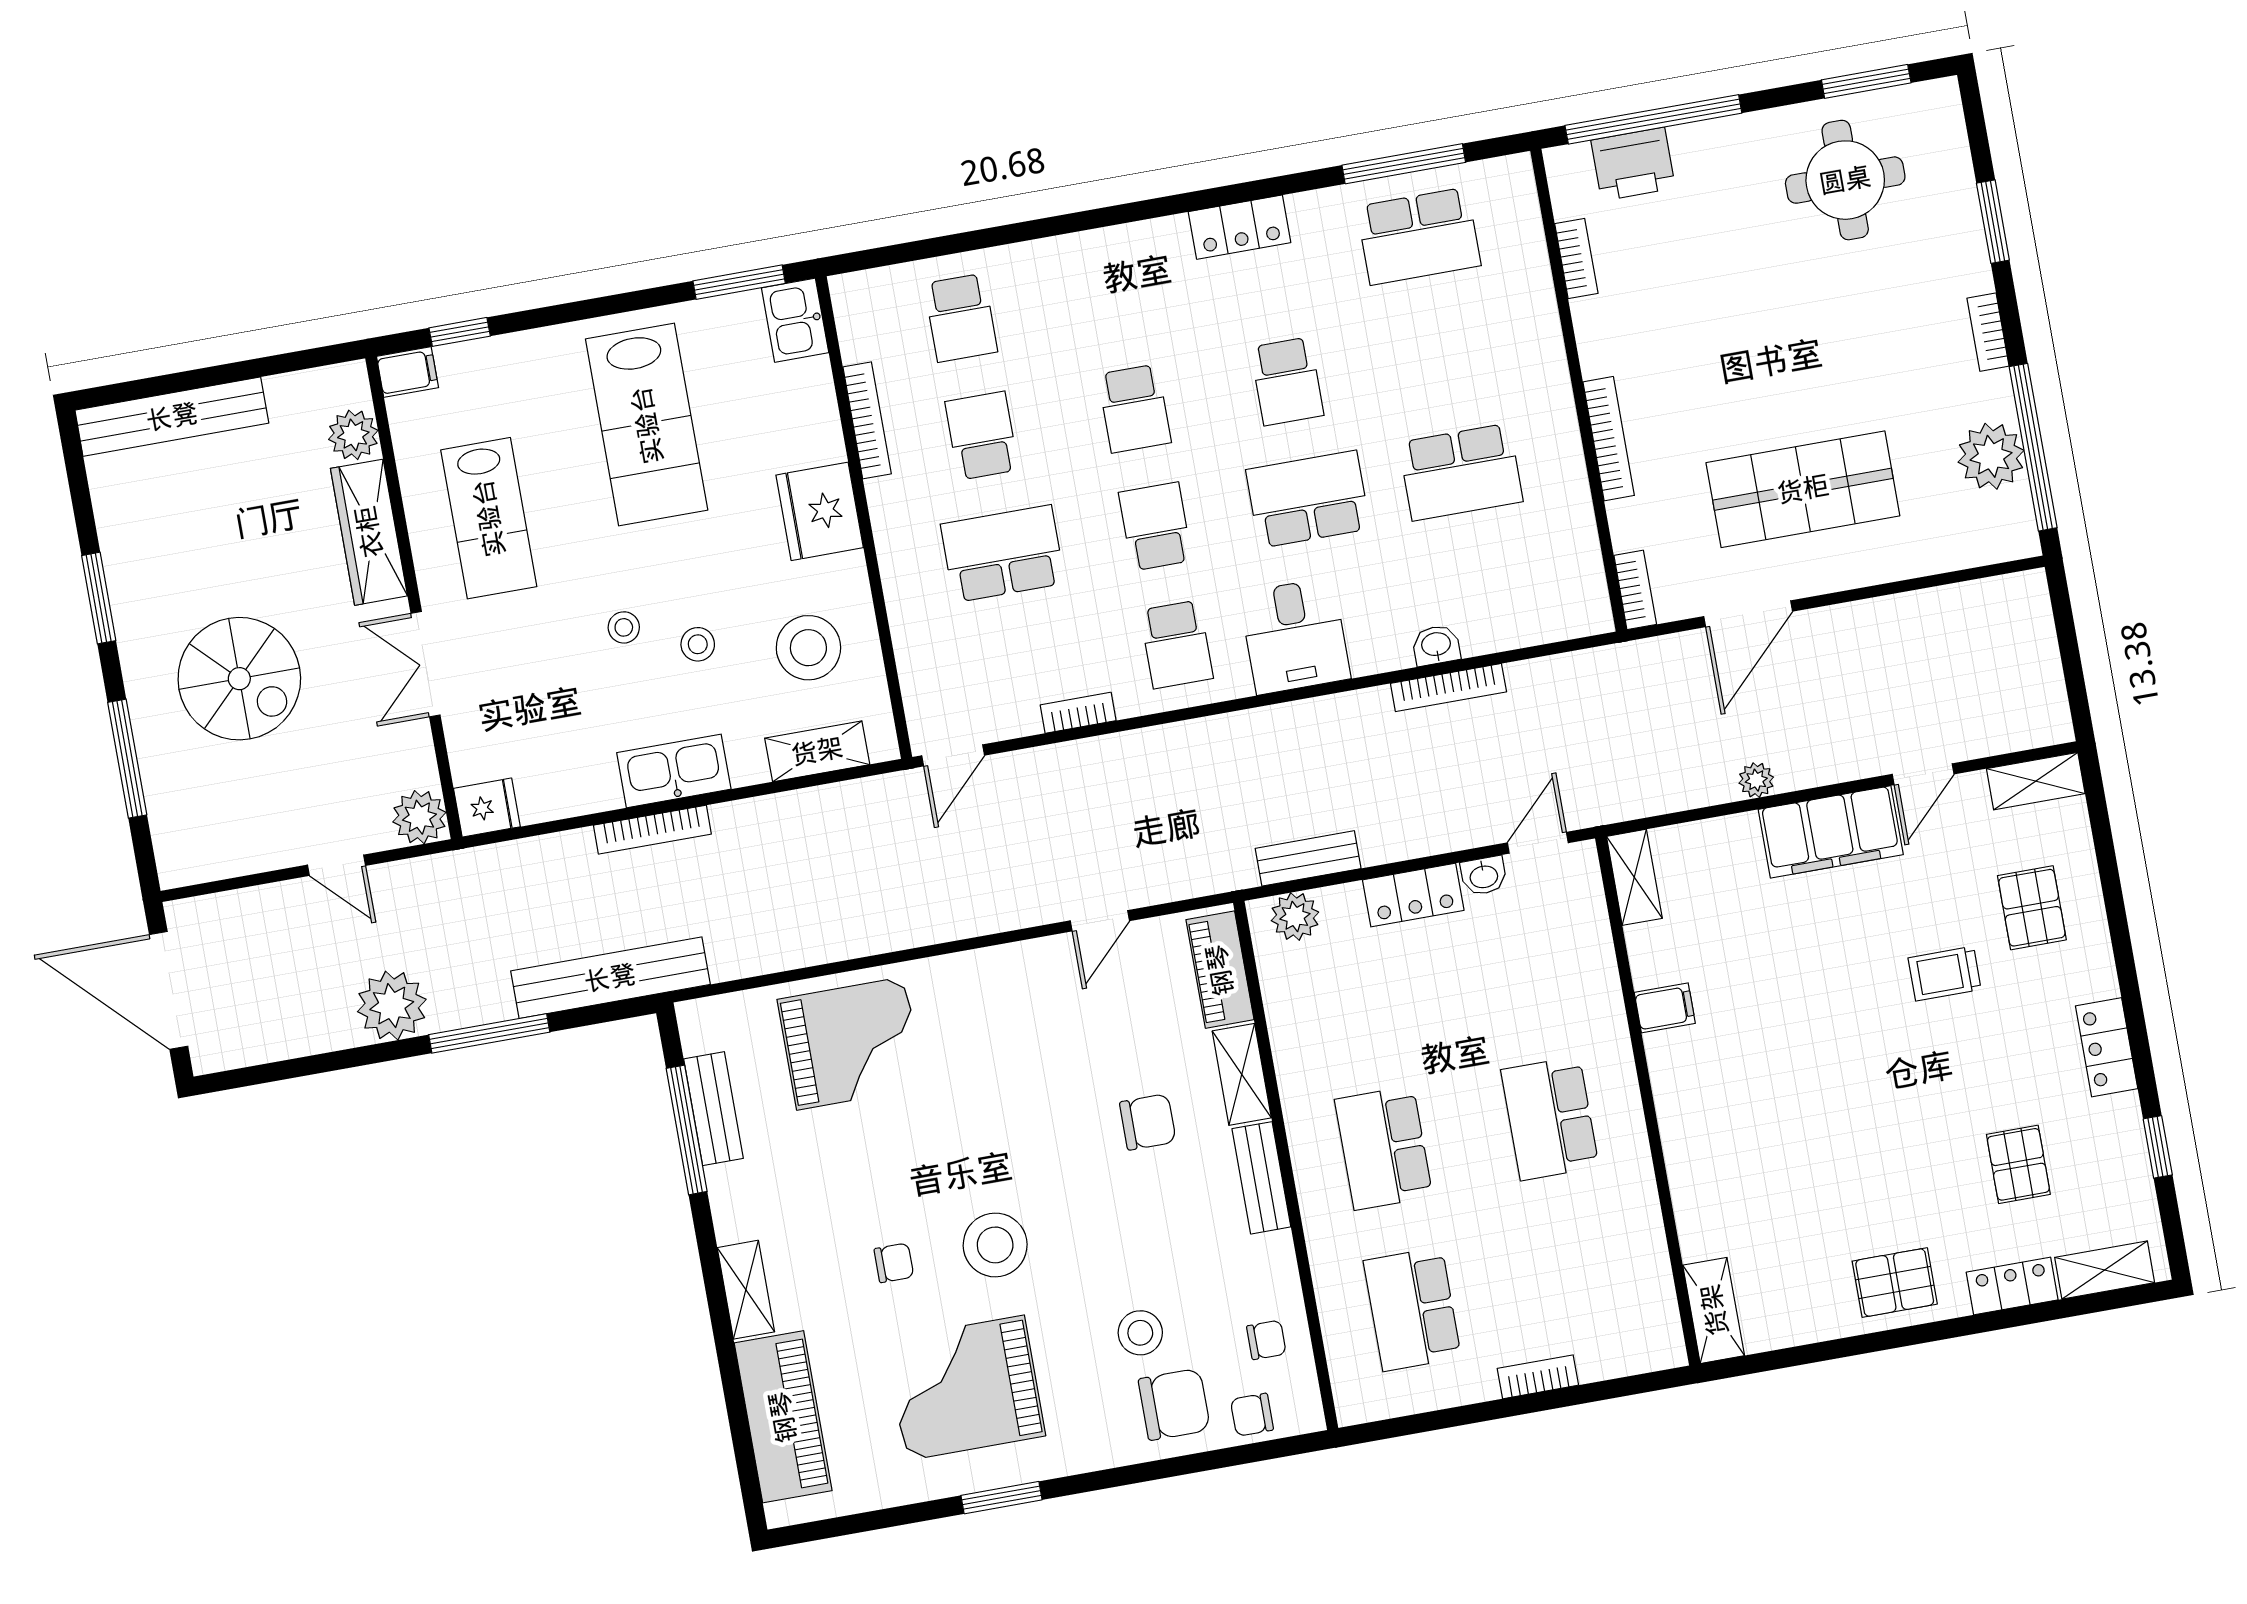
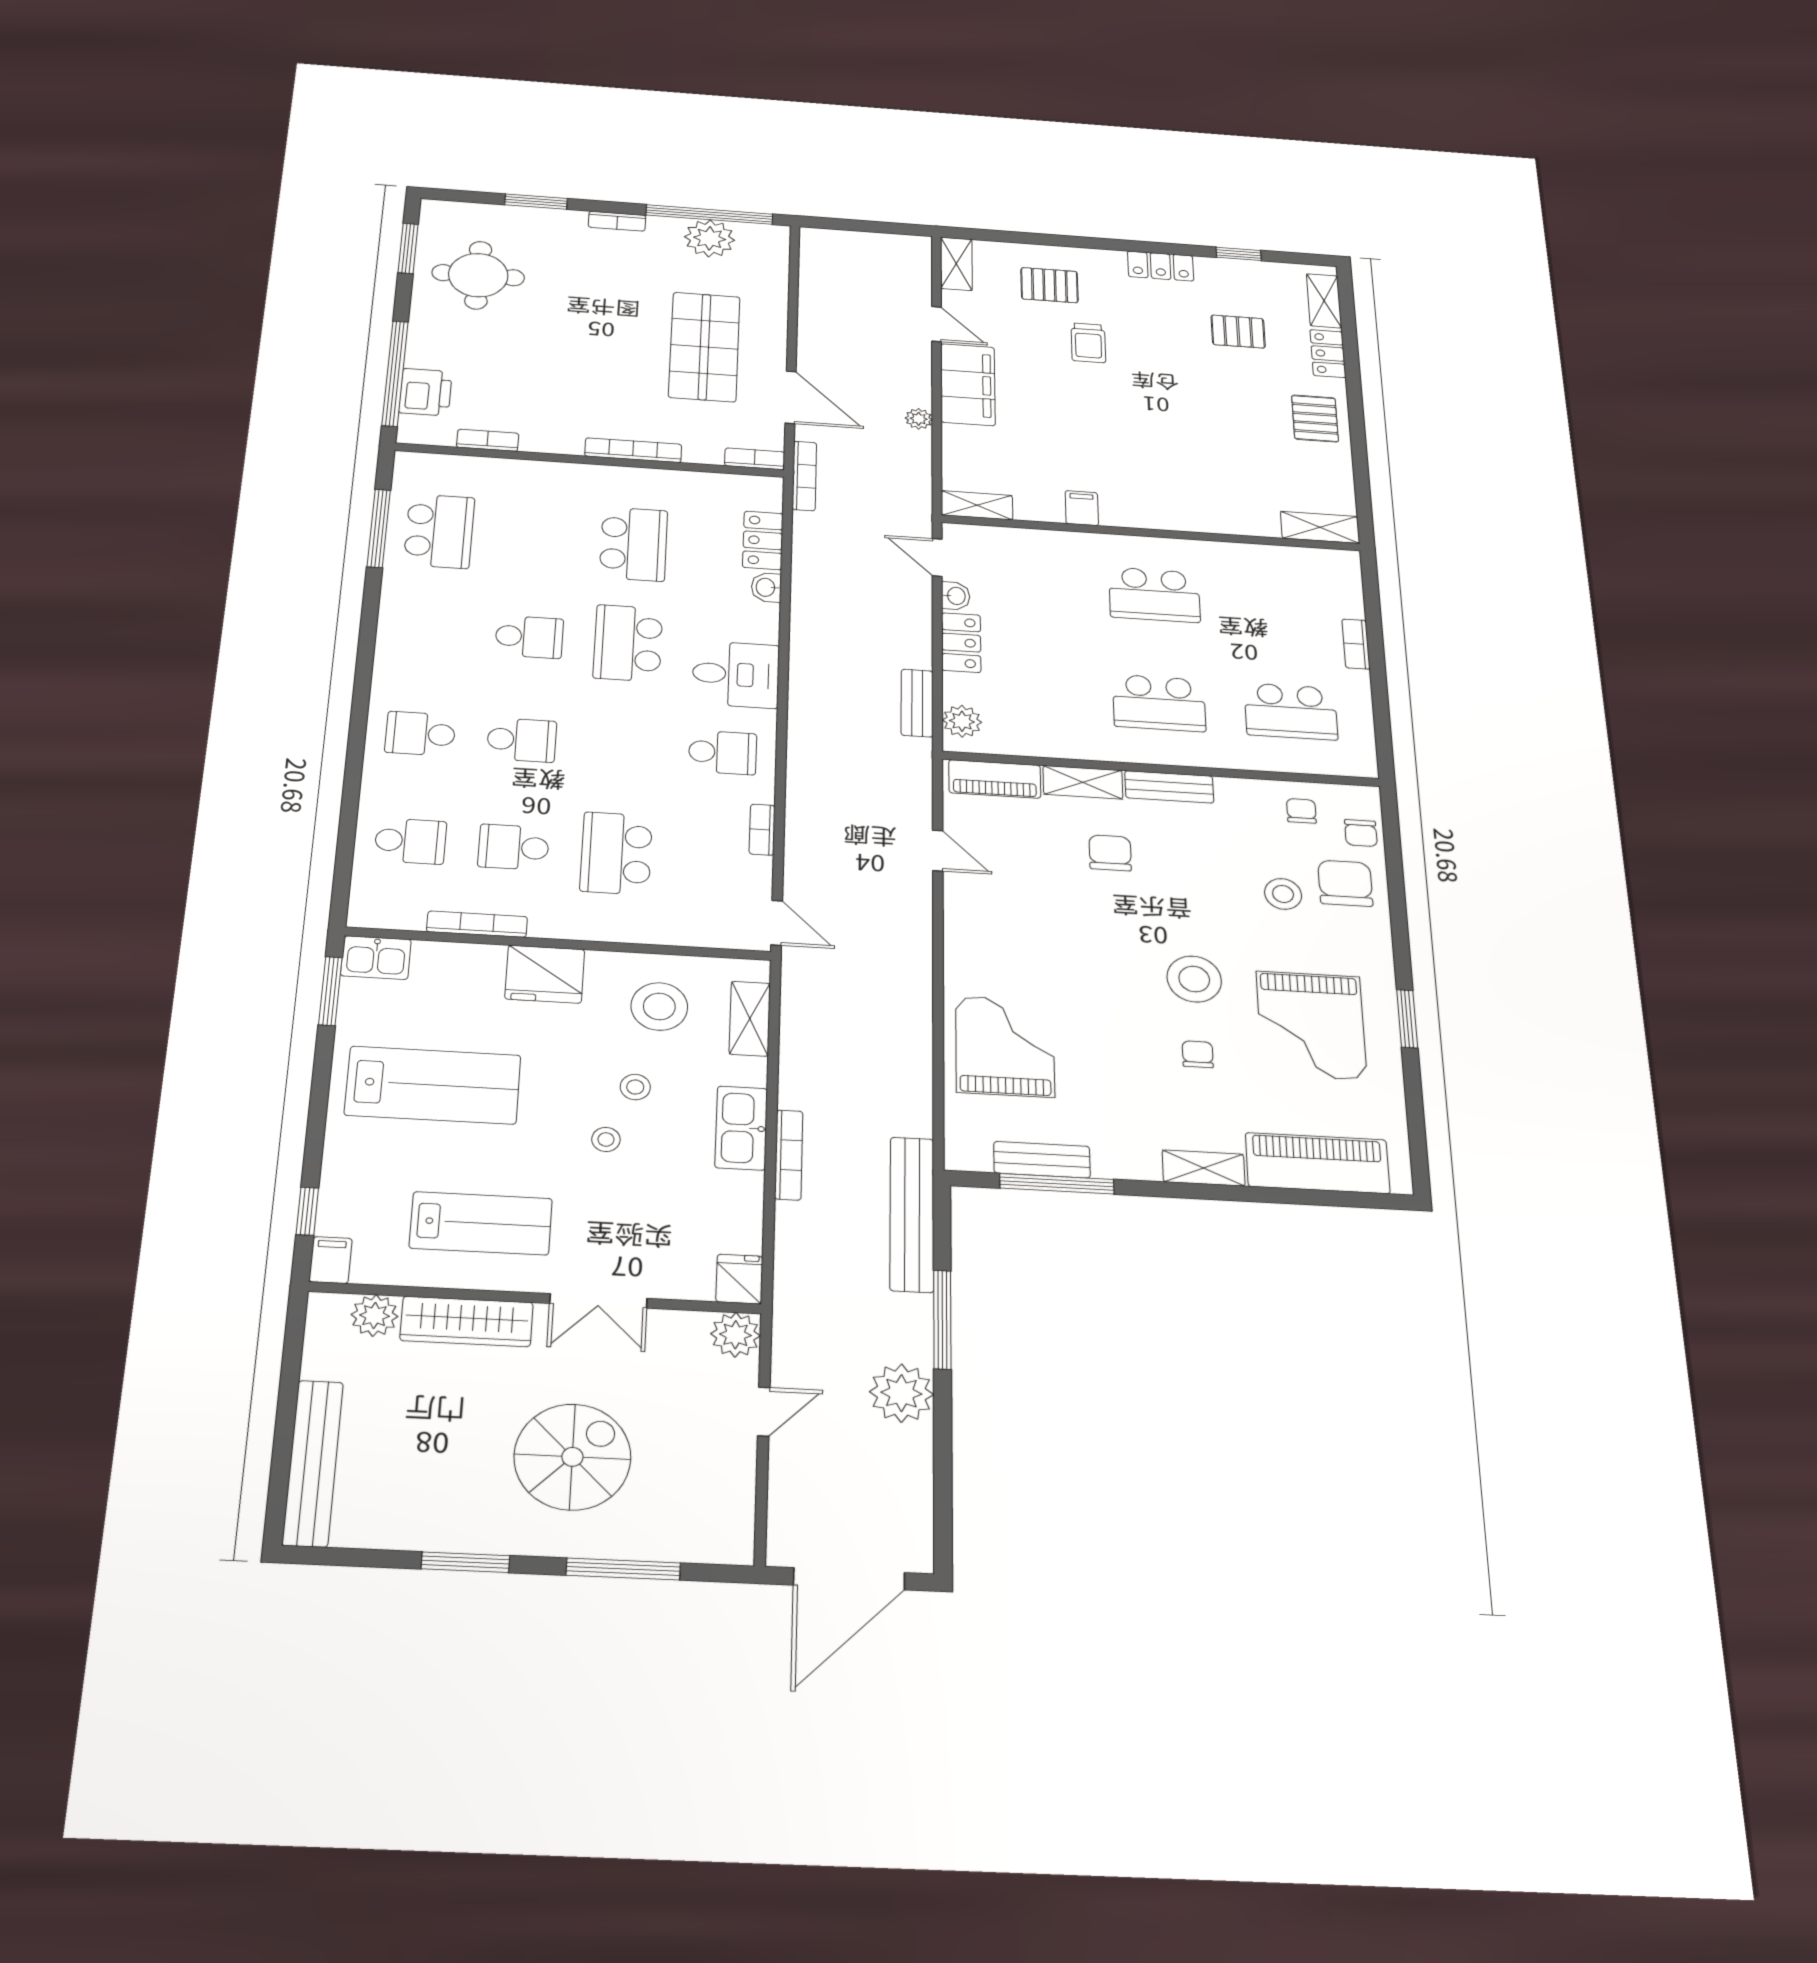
locker: (1239, 227) -> (763, 540), moved, turned 180
school desk: (1155, 526) -> (420, 734), moved
bookcase: (1448, 688) -> (804, 476), moved

